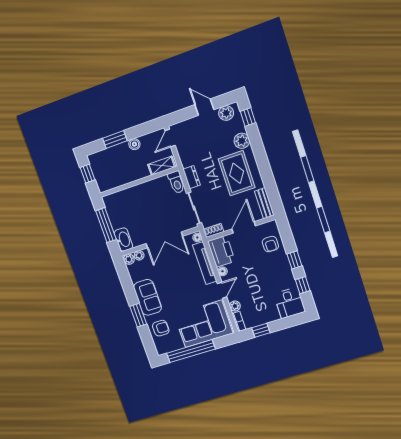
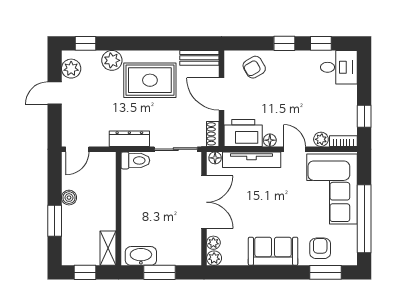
door: (170, 138) -> (77, 149), hinge flipped
shelving: (162, 166) -> (108, 248), moved
dresser: (192, 177) -> (129, 139), width x1.44
window: (106, 225) -> (159, 272), width x0.69
washbasin: (123, 240) -> (141, 256), moved
armchair: (270, 244) -> (254, 67), turned 150
window: (138, 315) -> (326, 272), moved

